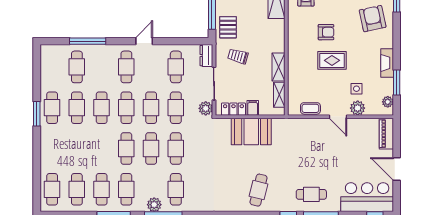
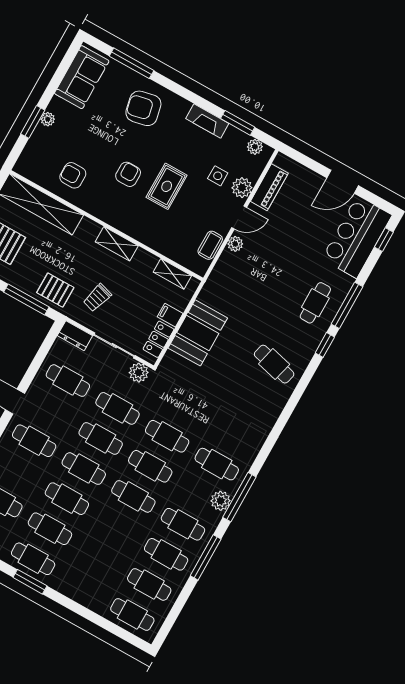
shelving: (279, 67) -> (117, 244), moved
plant: (320, 124) -> (235, 244), added
piano: (386, 134) -> (269, 187), moved, turned -90

